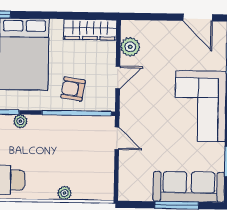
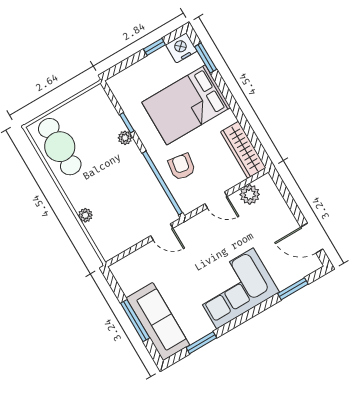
door: (198, 17) -> (312, 238), hinge flipped
door: (117, 138) -> (162, 232), hinge flipped

